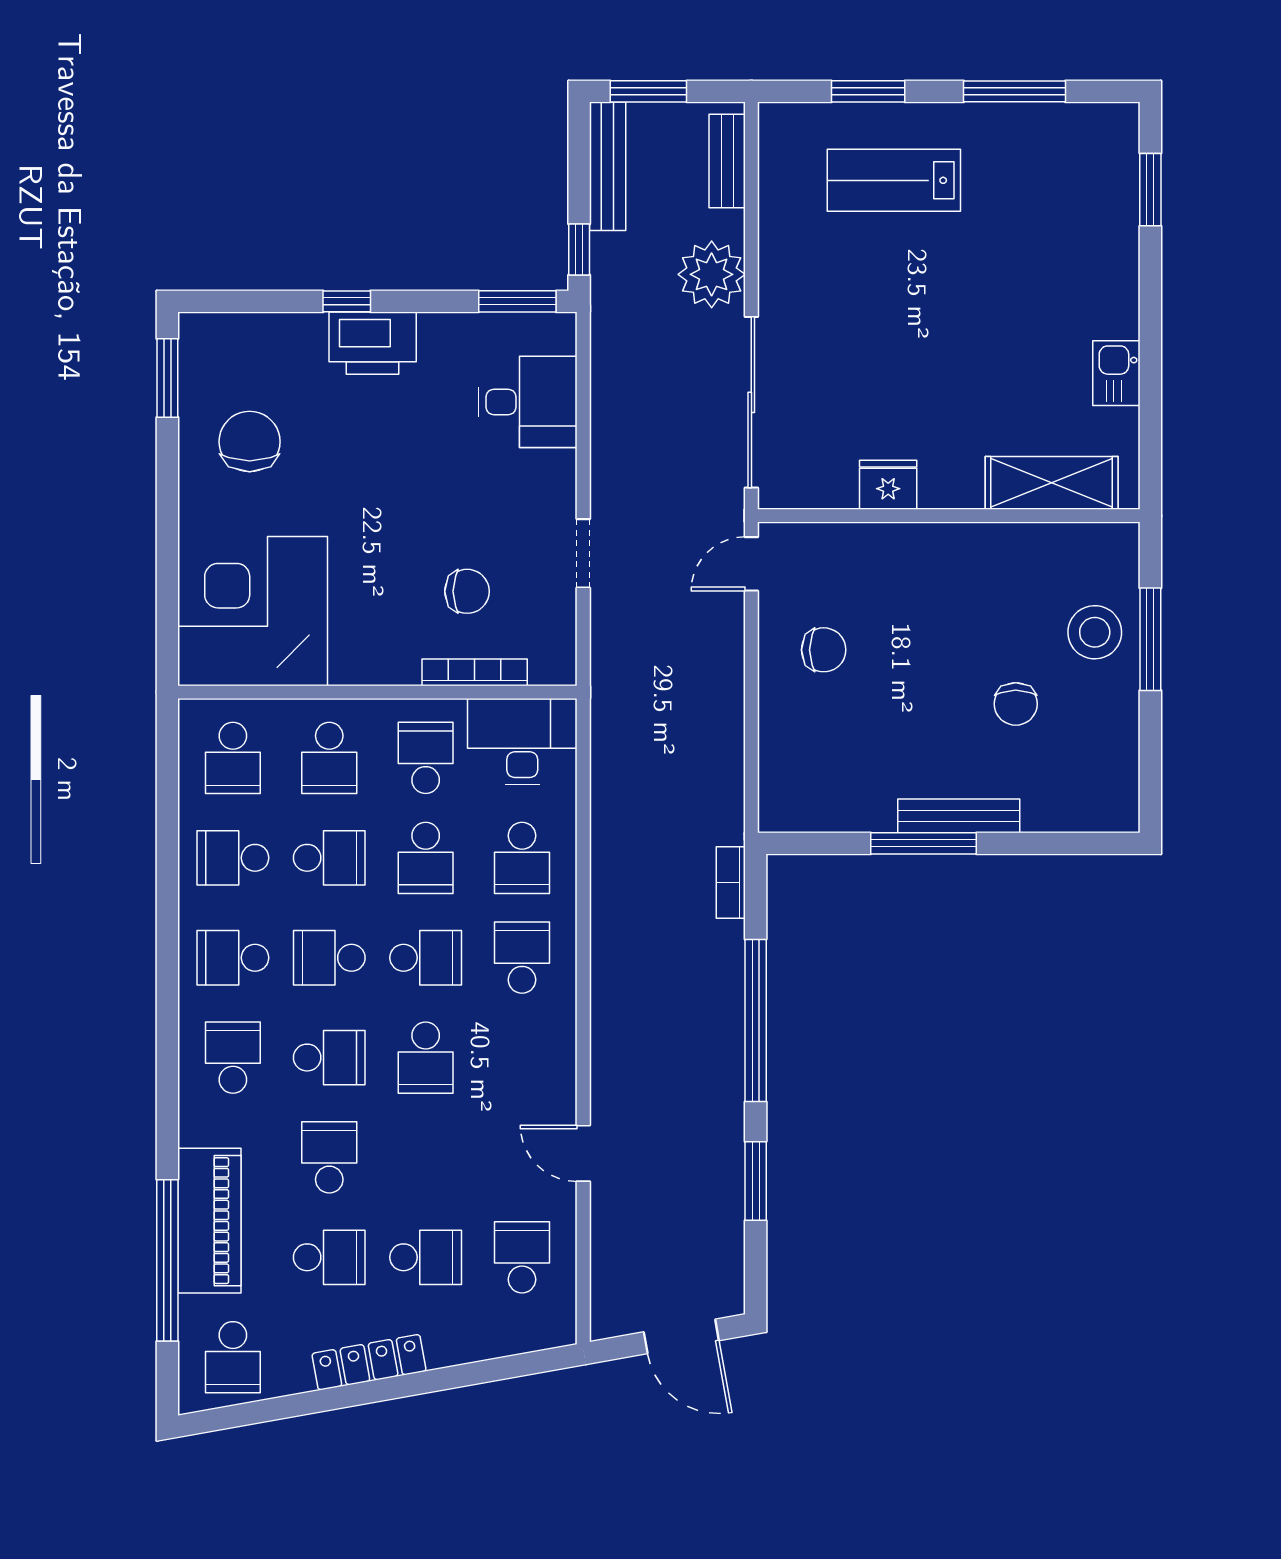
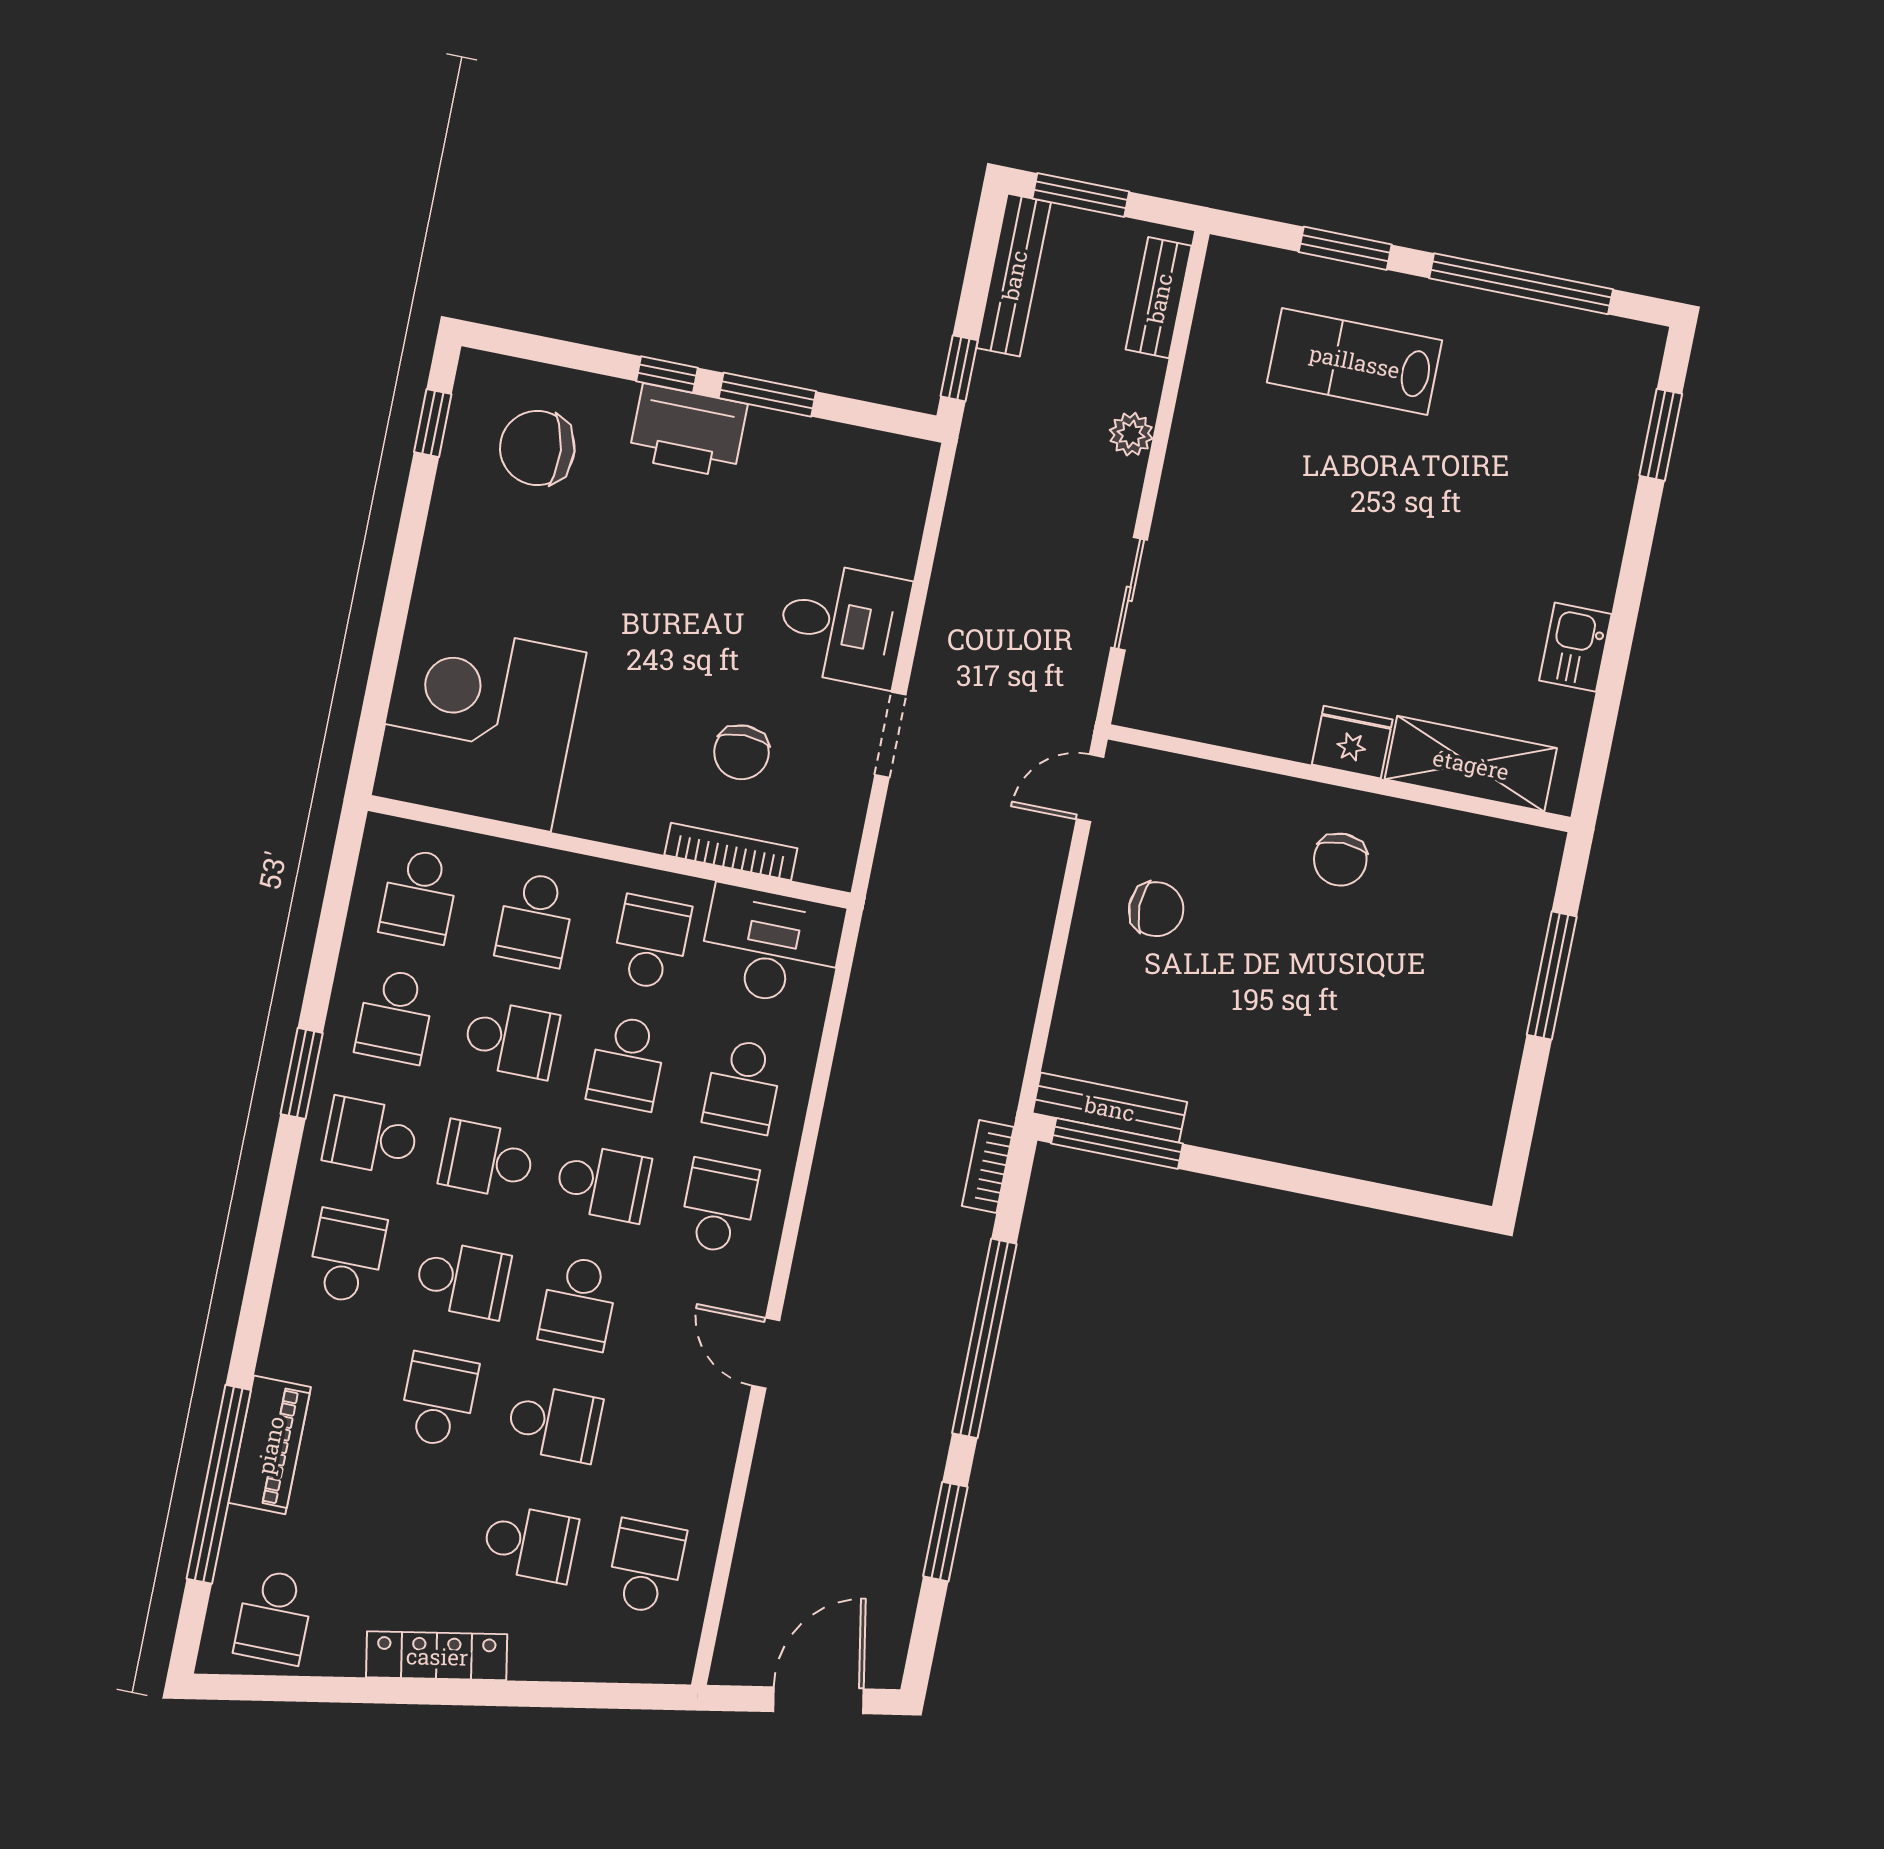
window: (1014, 91) -> (1521, 284), width x1.46
plant: (712, 274) -> (1131, 434), width x0.53, depth x0.53
window: (517, 301) -> (767, 395), moved
window: (167, 378) -> (433, 423), width x0.67
desk: (528, 402) -> (843, 624), moved
sliding door: (751, 402) -> (1129, 594), width x0.54
chair: (250, 442) -> (537, 448), moved, turned -96
fridge: (888, 485) -> (1352, 742), moved
chair: (467, 591) -> (741, 752), turned 90
stool: (1095, 632) -> (1486, 954), removed
chair: (1016, 704) -> (1340, 860), moved
bench: (959, 816) -> (1110, 1108), moved
window: (924, 843) -> (1117, 1143), moved
school desk: (233, 858) -> (395, 1016), turned -90
window: (167, 919) -> (302, 1073), added
door: (583, 1153) -> (766, 1353), moved
piano: (209, 1221) -> (270, 1445), width x0.73, depth x0.75
school desk: (329, 1257) -> (554, 1423), moved
door: (681, 1336) -> (818, 1700), swing flipped

